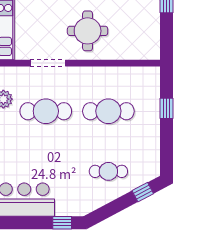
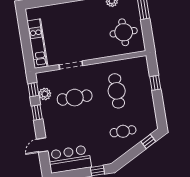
round table: (88, 31) -> (124, 32), moved
cafe table: (108, 111) -> (117, 91), turned 90

